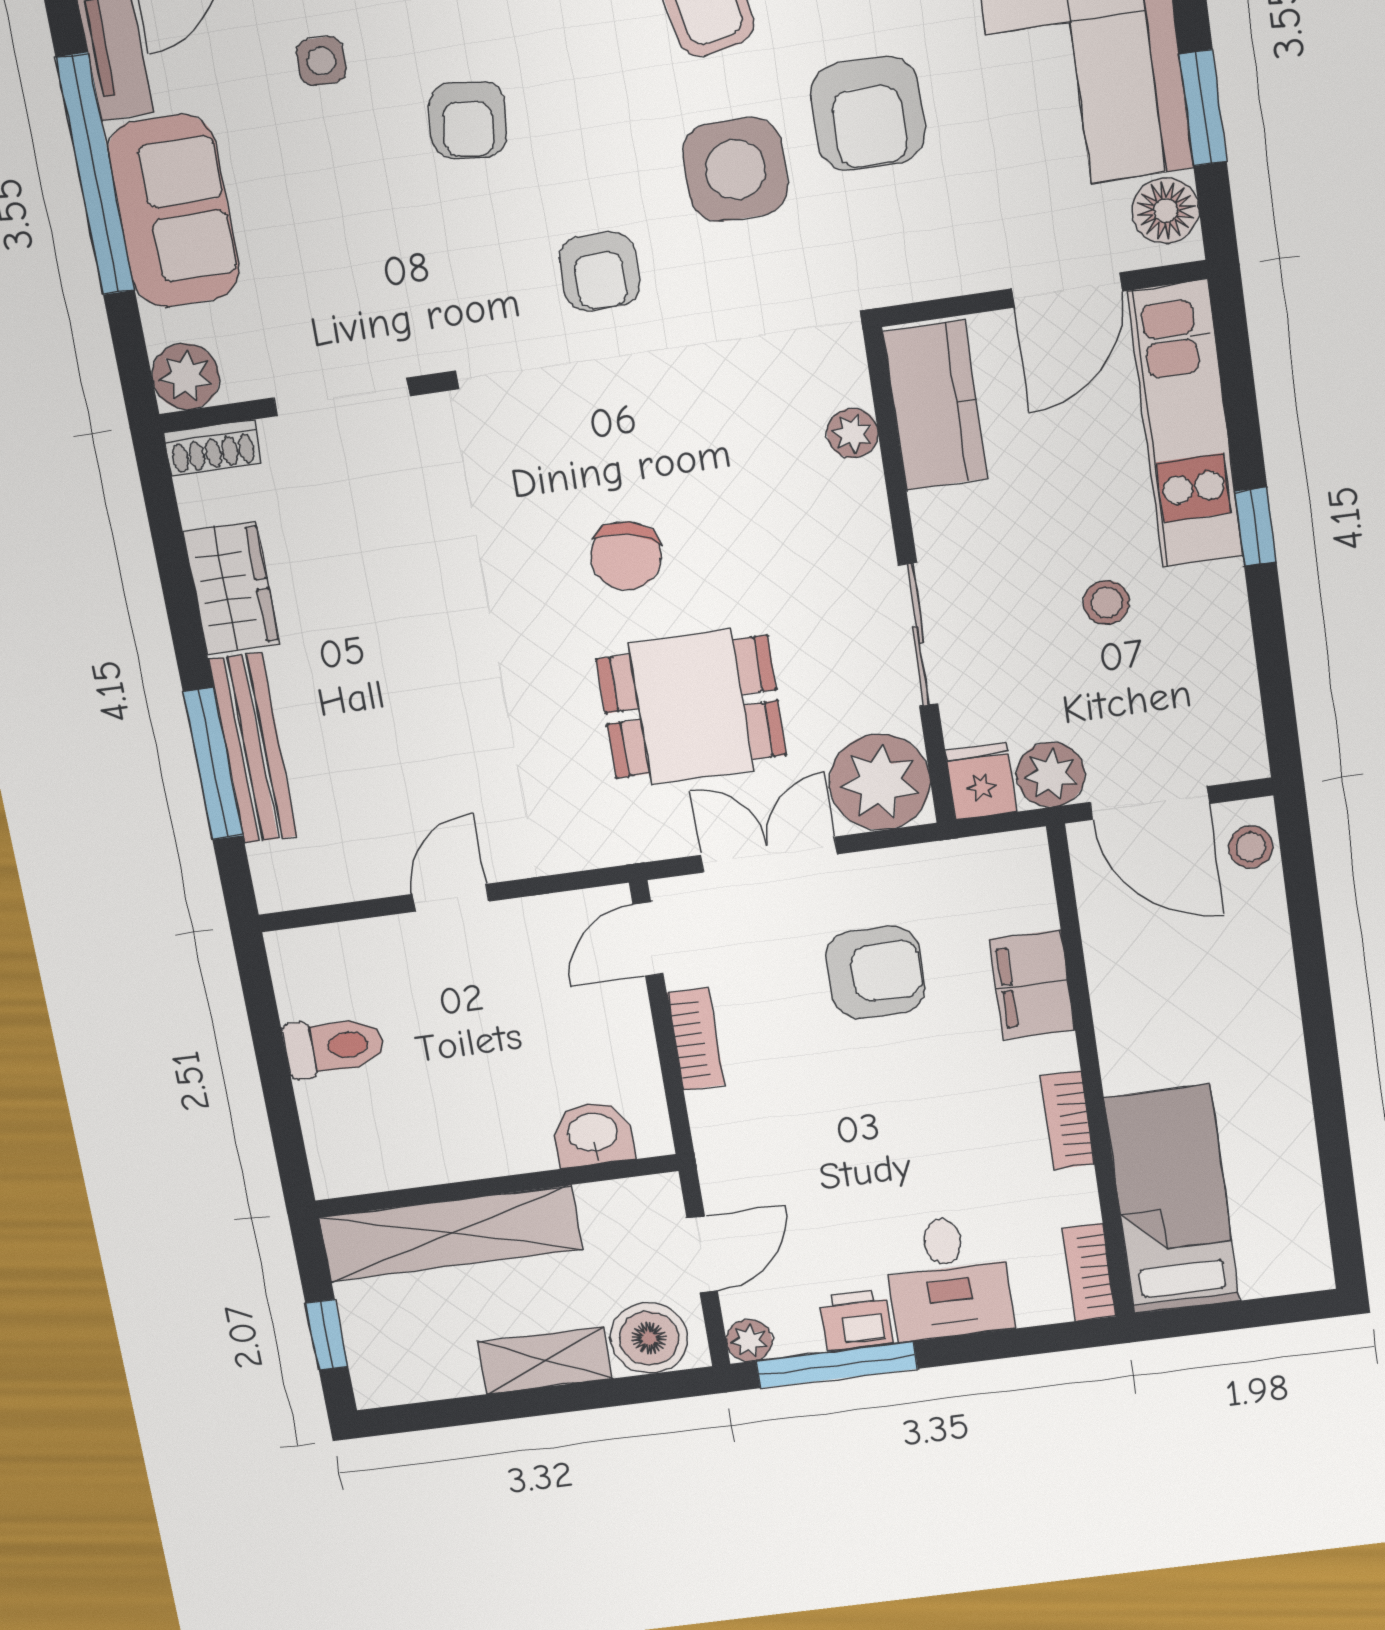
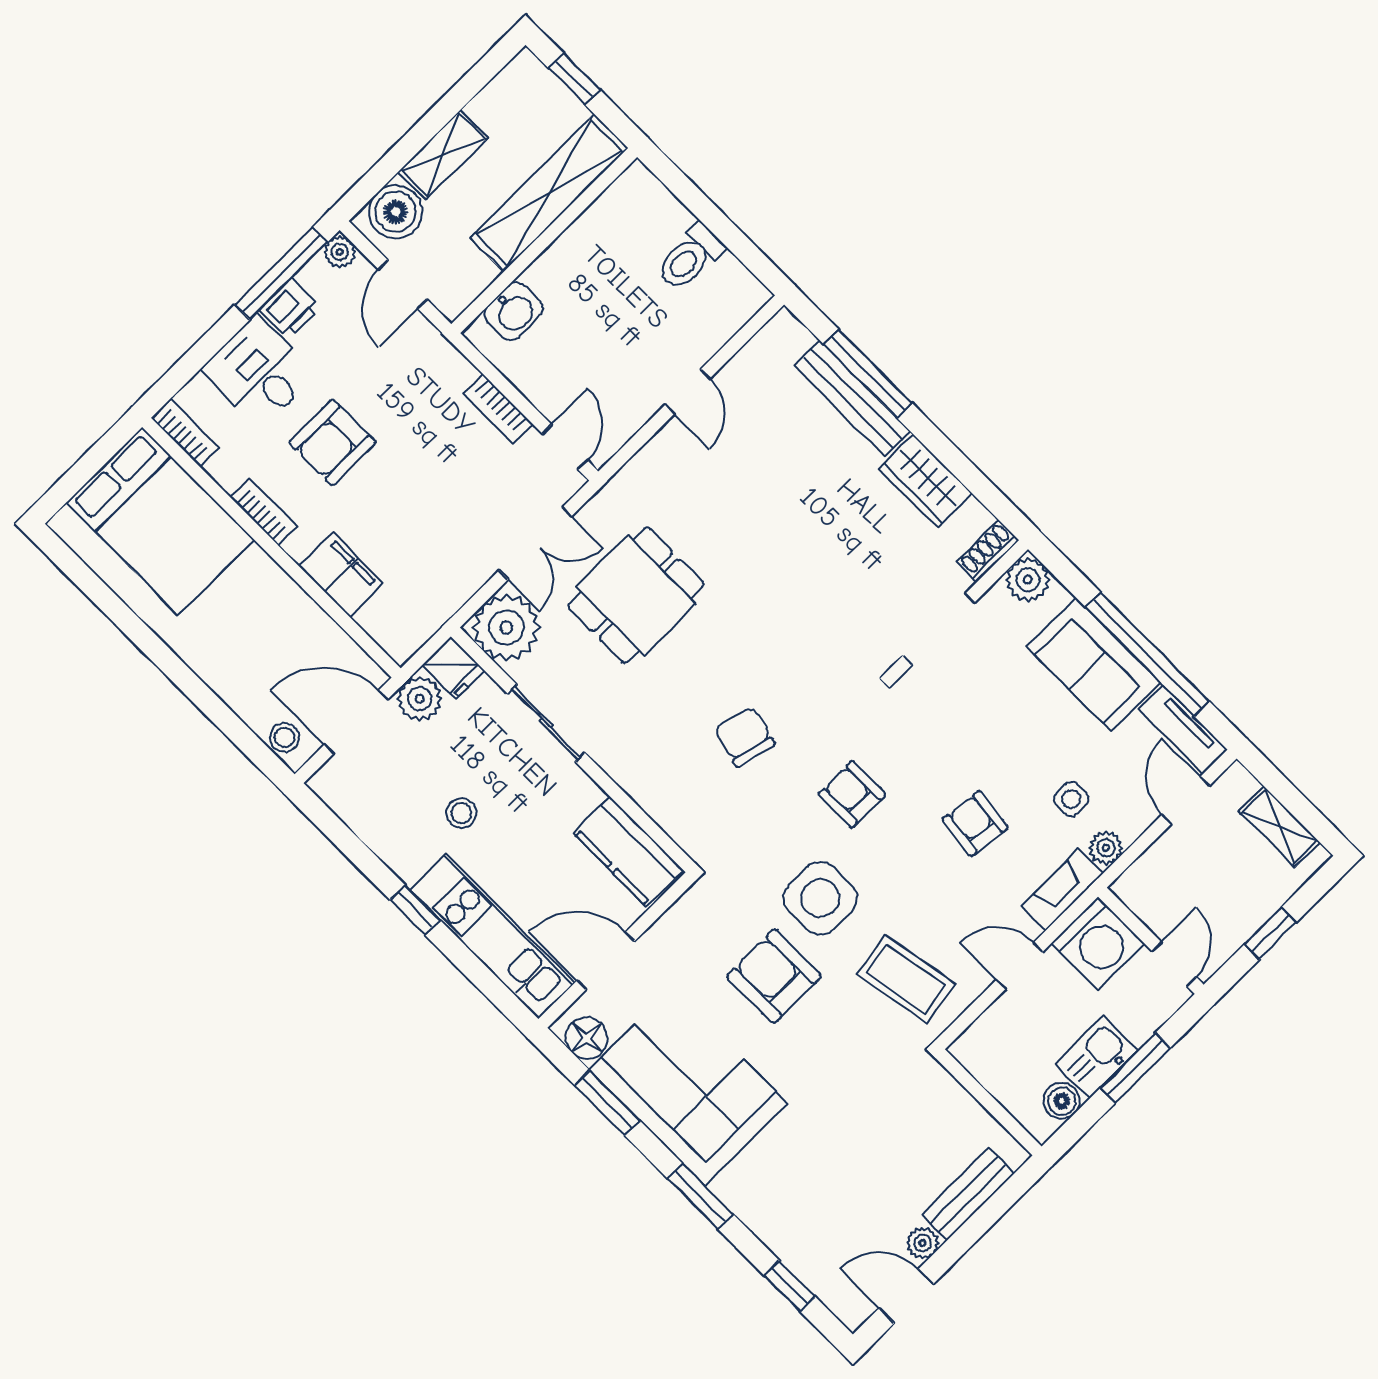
door: (1067, 290) -> (606, 961), hinge flipped
plant: (852, 433) -> (660, 805), removed
chair: (626, 556) -> (745, 737), moved
armchair: (876, 972) -> (332, 442), moved
bed: (1172, 1200) -> (160, 521), width x1.50

